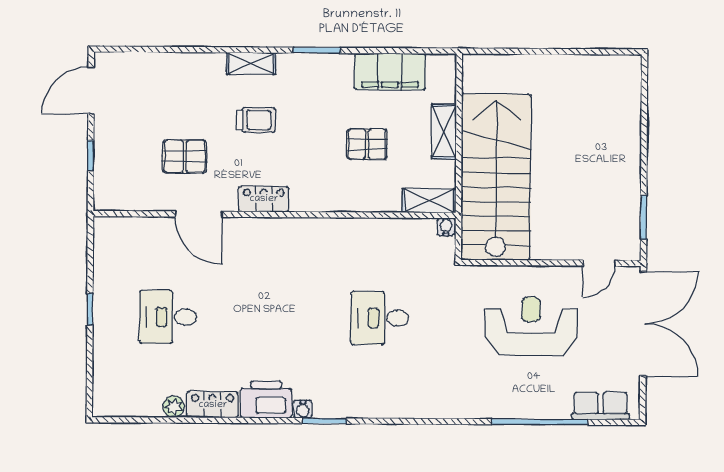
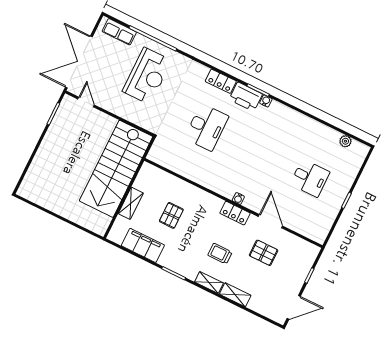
pallet: (367, 144) -> (171, 215), turned 90
shelving: (429, 201) -> (235, 295), moved
water cooler: (446, 227) -> (238, 198), moved
door: (599, 263) -> (86, 102), hinge flipped
desk: (380, 318) -> (206, 127), width x1.37
reception desk: (531, 326) -> (147, 76), moved, turned -90
printer: (266, 400) -> (246, 97), moved
locker: (213, 405) -> (221, 81), moved
plant: (174, 407) -> (345, 141), moved

